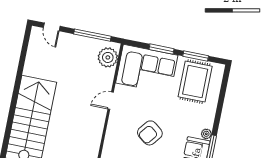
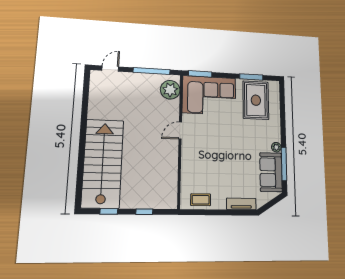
door: (52, 27) -> (110, 69), swing flipped
window: (161, 49) -> (200, 74), moved
armchair: (150, 133) -> (224, 156), removed

